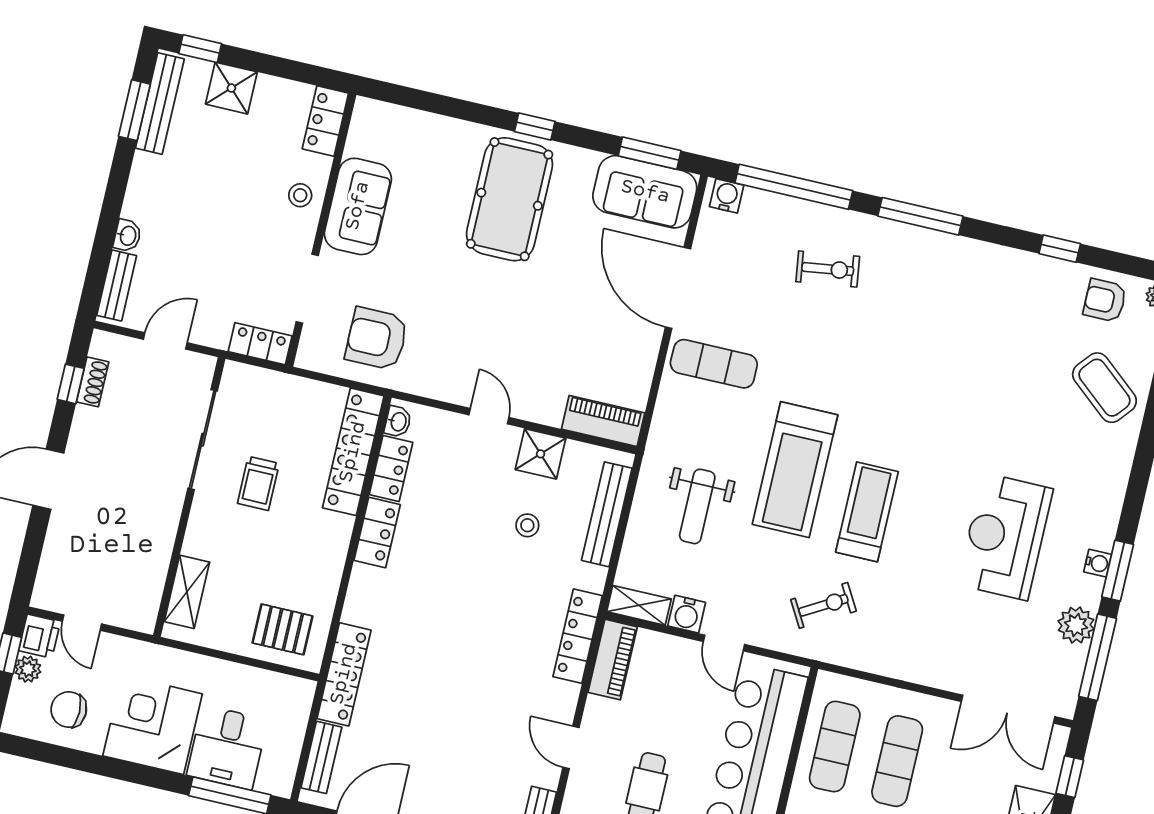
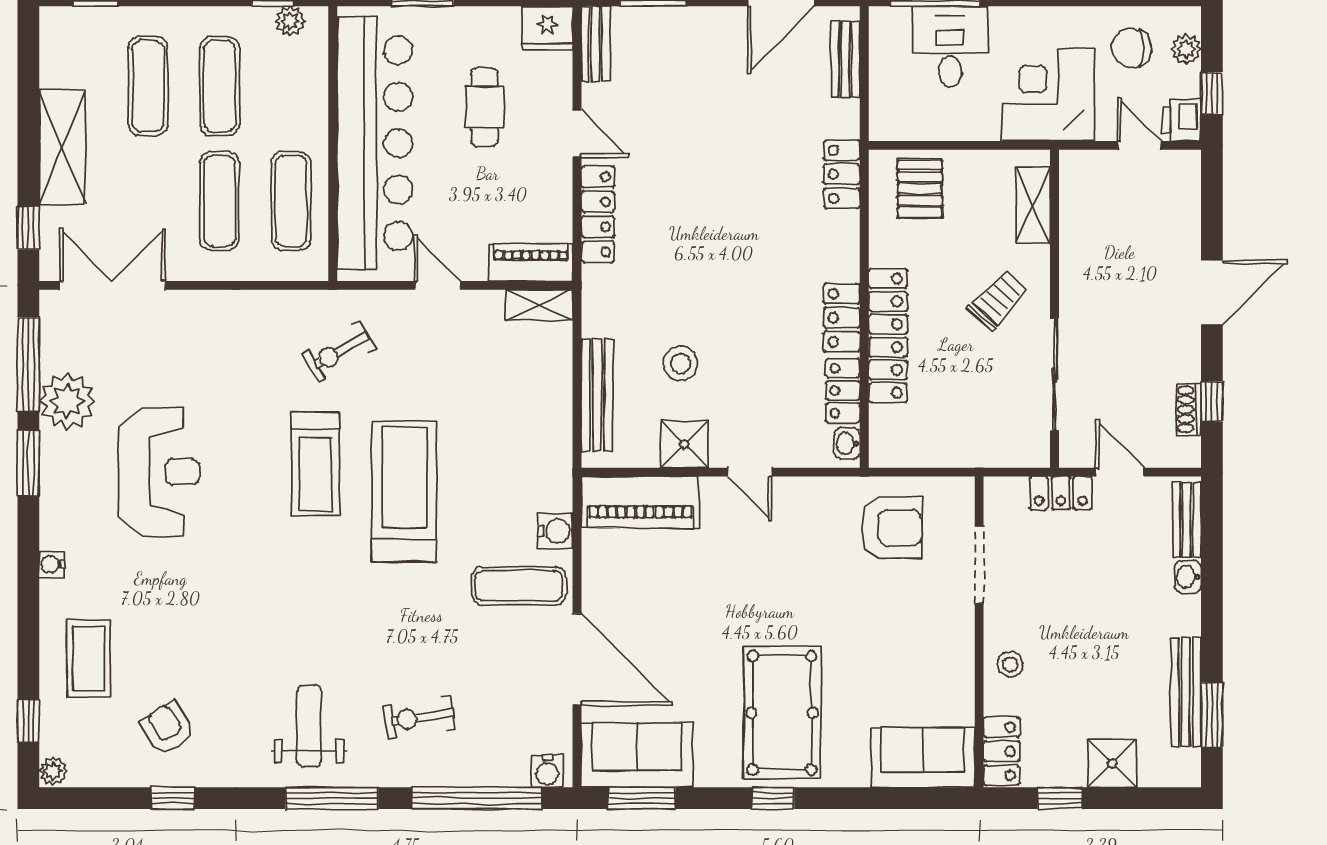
window: (200, 49) -> (1060, 798), moved
bench: (160, 103) -> (1186, 692), moved
sofa: (358, 206) -> (923, 757), moved, turned 90
armchair: (1105, 300) -> (168, 728), moved, turned -123
door: (165, 341) -> (1120, 472), swing flipped
locker: (260, 344) -> (1061, 493), moved
coffee table: (1104, 388) -> (89, 659), turned 50
piano: (603, 421) -> (640, 502), width x1.37, depth x1.33
locker: (353, 452) -> (888, 336), moved
trolley: (258, 483) -> (998, 300), moved, turned 43
weight bench: (697, 506) -> (309, 726), moved
stool: (527, 525) -> (680, 363), width x1.37, depth x1.37
water cooler: (1098, 563) -> (52, 564), moved
water cooler: (687, 614) -> (555, 531), moved, turned 90
plant: (1076, 625) -> (67, 401), width x1.36, depth x1.36
pallet: (282, 629) -> (920, 189), turned 90
locker: (578, 636) -> (598, 214), moved
piano: (613, 660) -> (531, 262), moved, turned 90
plant: (28, 669) -> (1186, 49), moved
locker: (344, 674) -> (842, 174), width x0.66
chair: (69, 710) -> (1132, 48), turned 180
corner desk: (153, 725) -> (1048, 95), moved, turned 180

